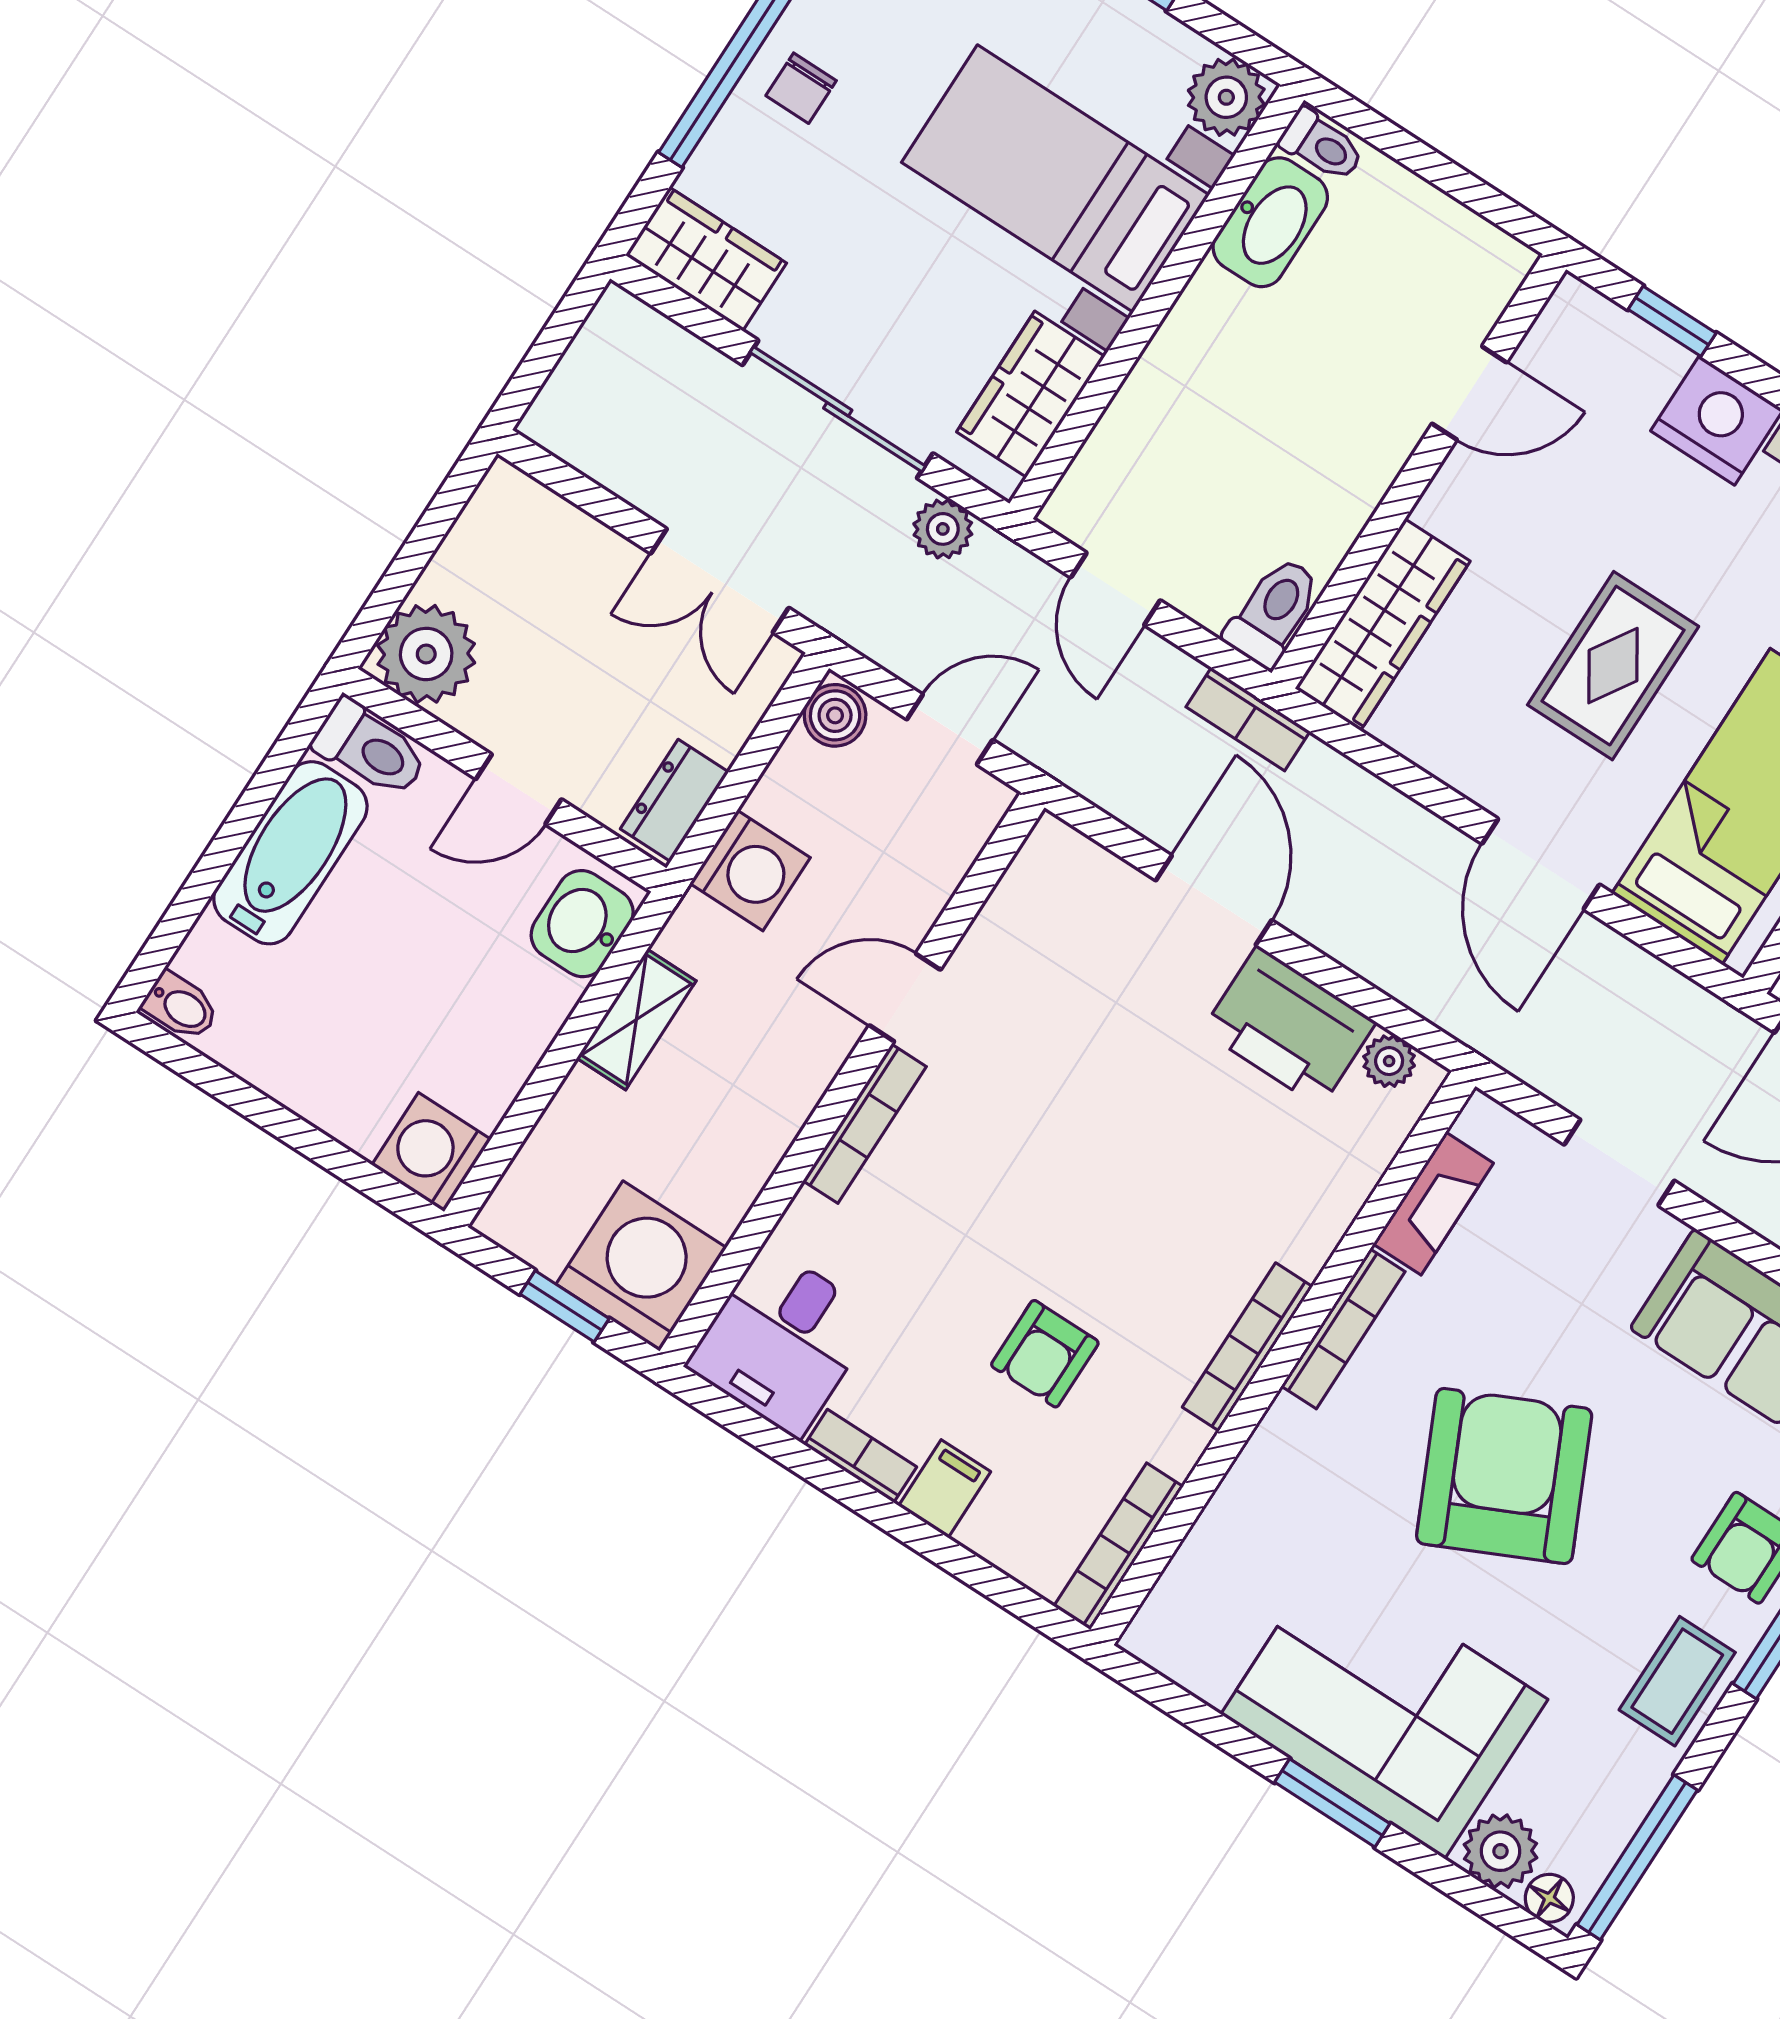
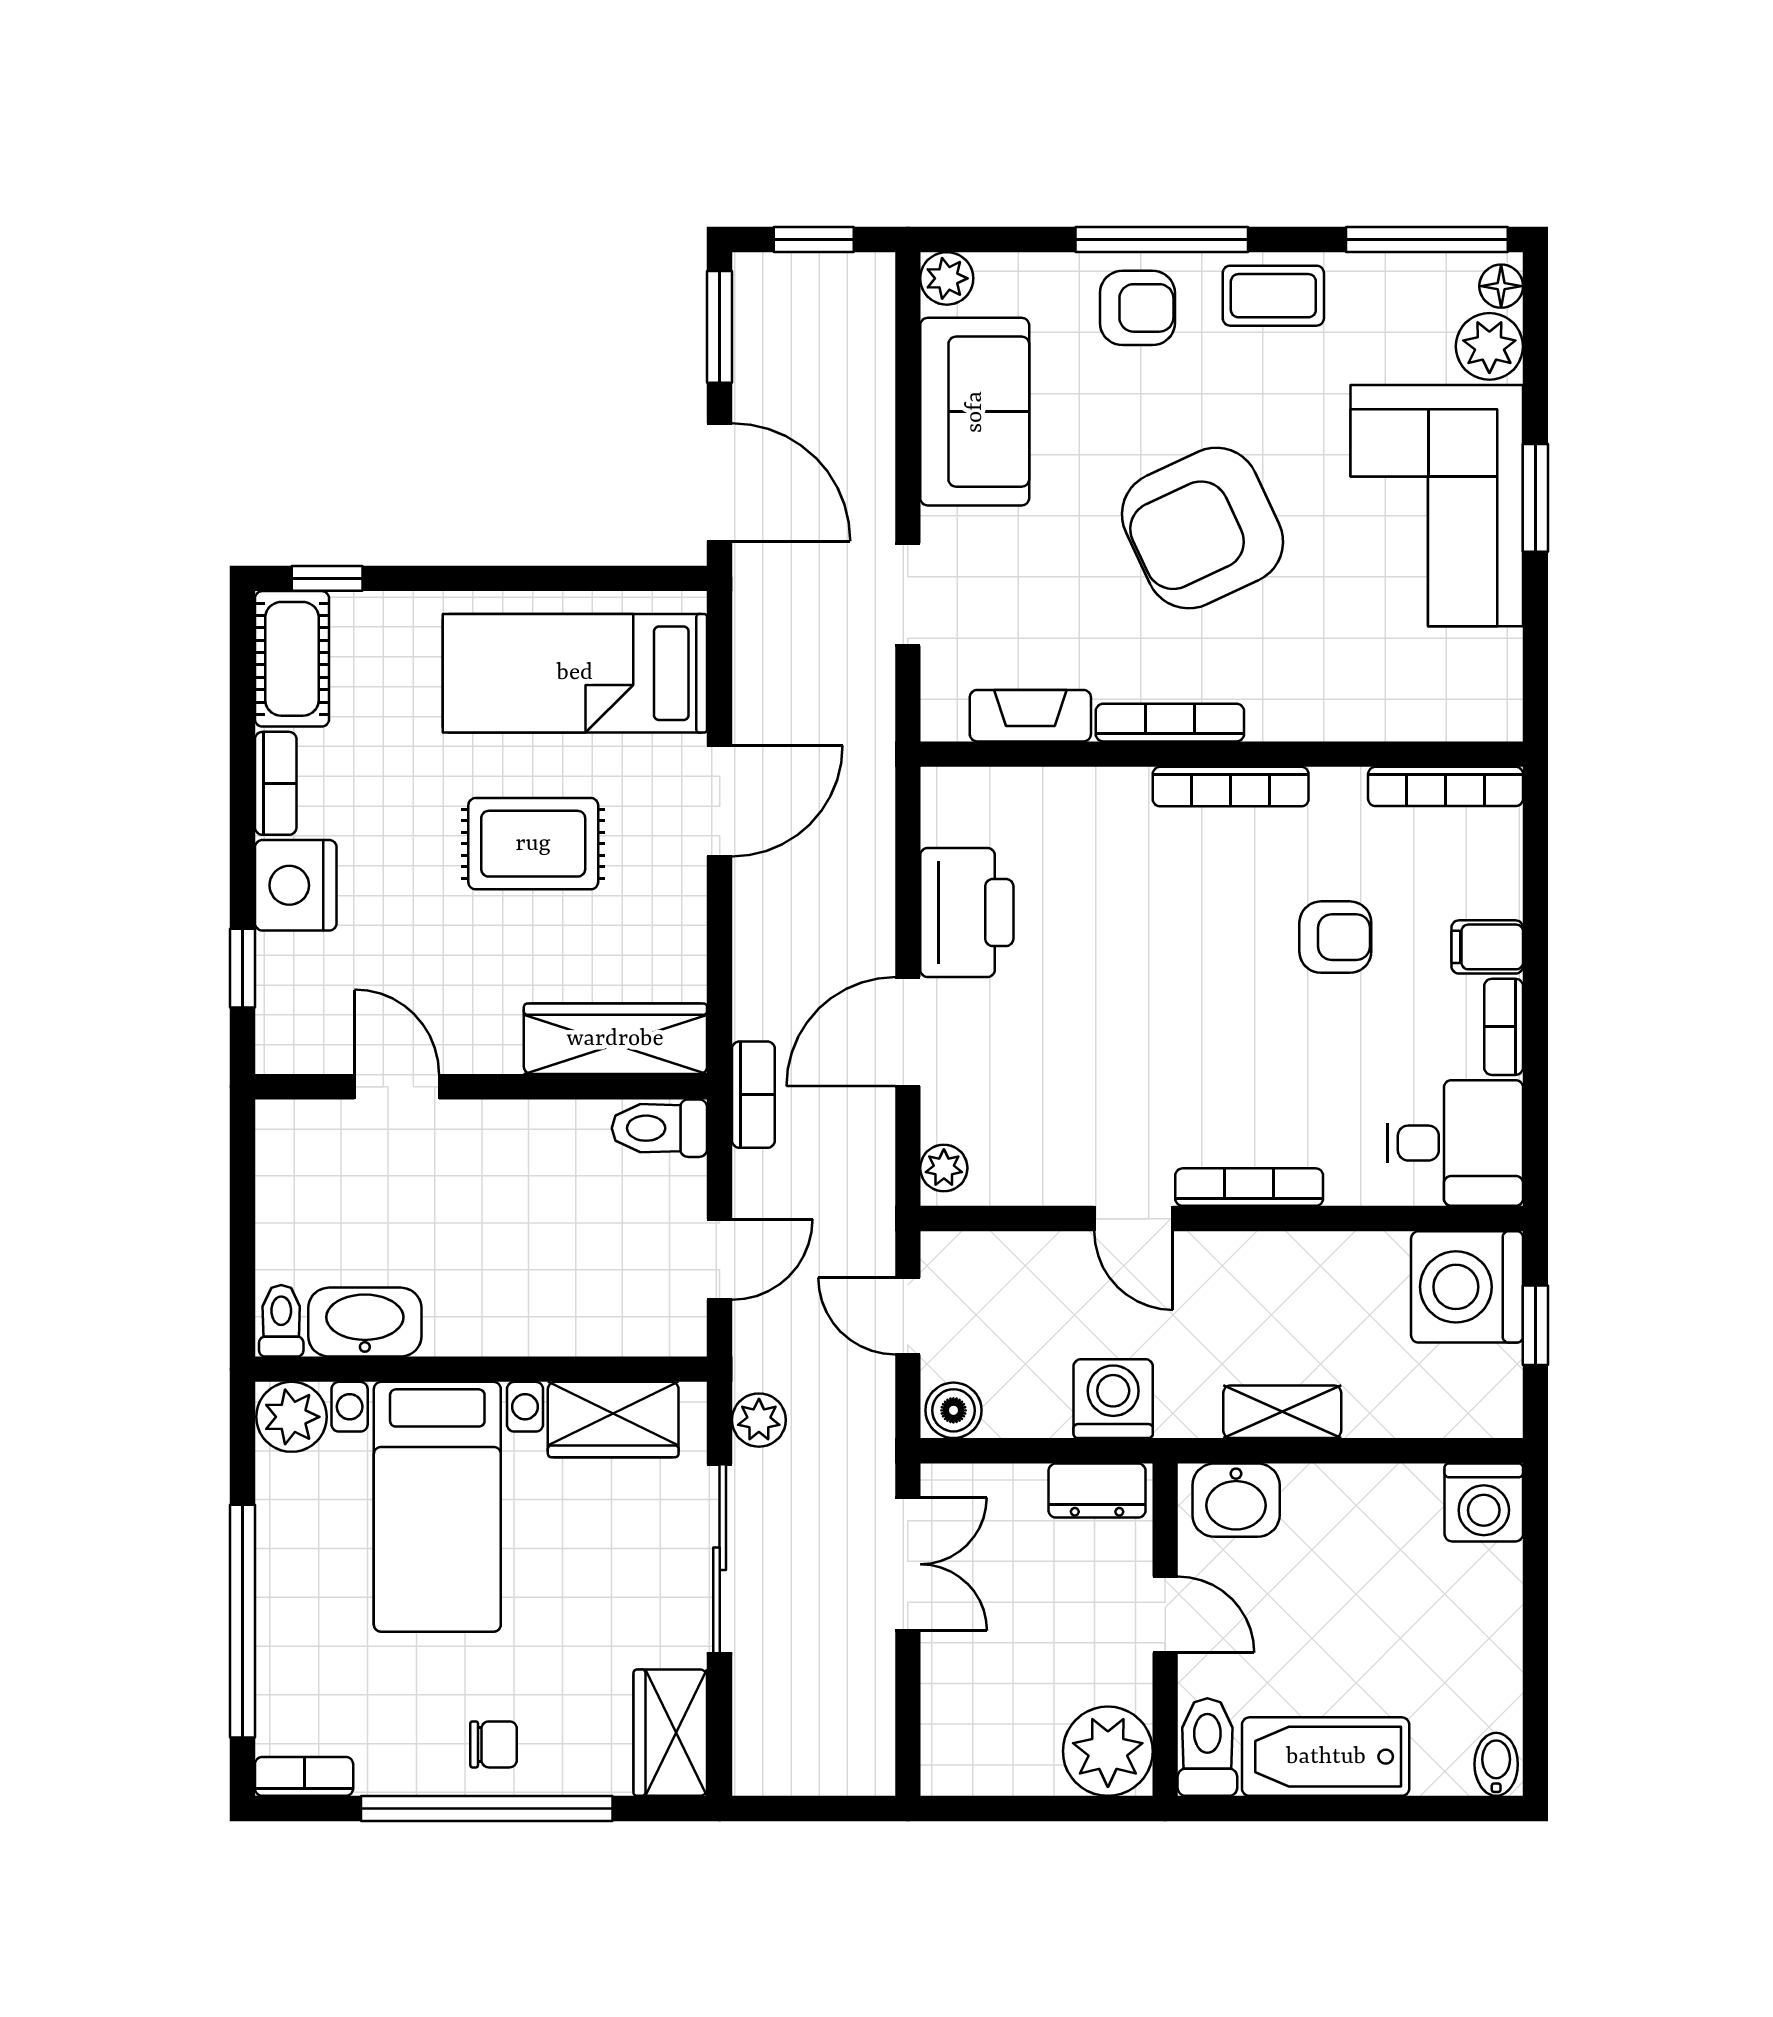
plant: (1389, 1061) -> (944, 1168), moved

